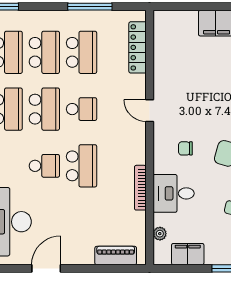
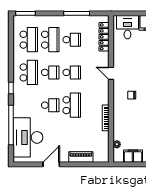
school desk: (82, 52) -> (72, 40), width x0.54
school desk: (44, 109) -> (50, 72), width x0.54
desk: (174, 193) -> (127, 27), moved, turned 90
piano: (116, 256) -> (81, 157), moved

